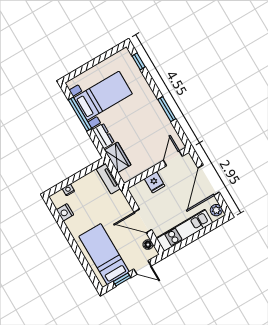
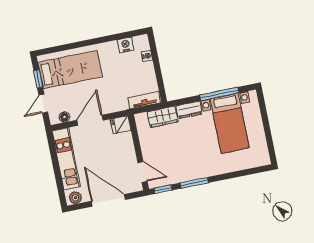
window: (139, 61) -> (163, 189), moved
fridge: (154, 182) -> (121, 125), moved

